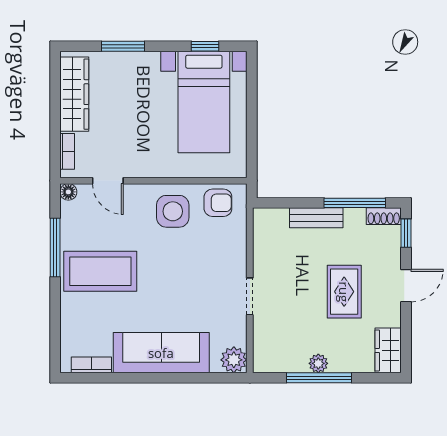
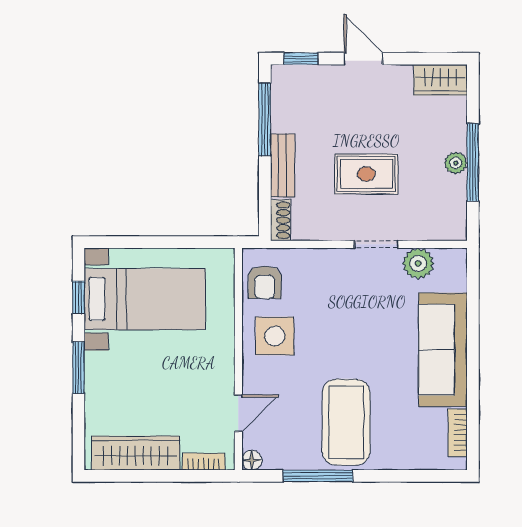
window: (123, 46) -> (79, 368), moved
armchair: (218, 203) -> (265, 282), turned 180
shoe rack: (384, 216) -> (281, 220), moved
rug: (344, 292) -> (366, 174), moved
plant: (234, 360) -> (418, 263), moved

